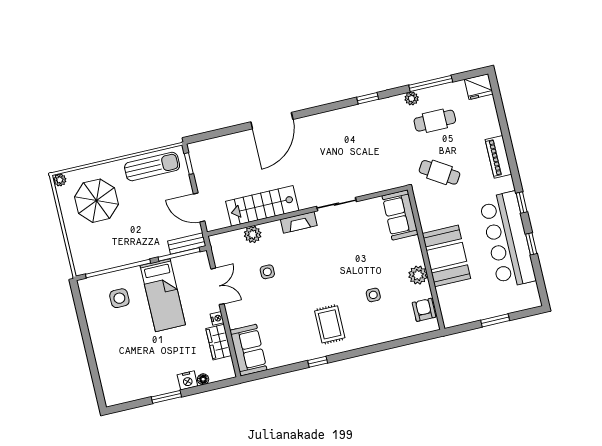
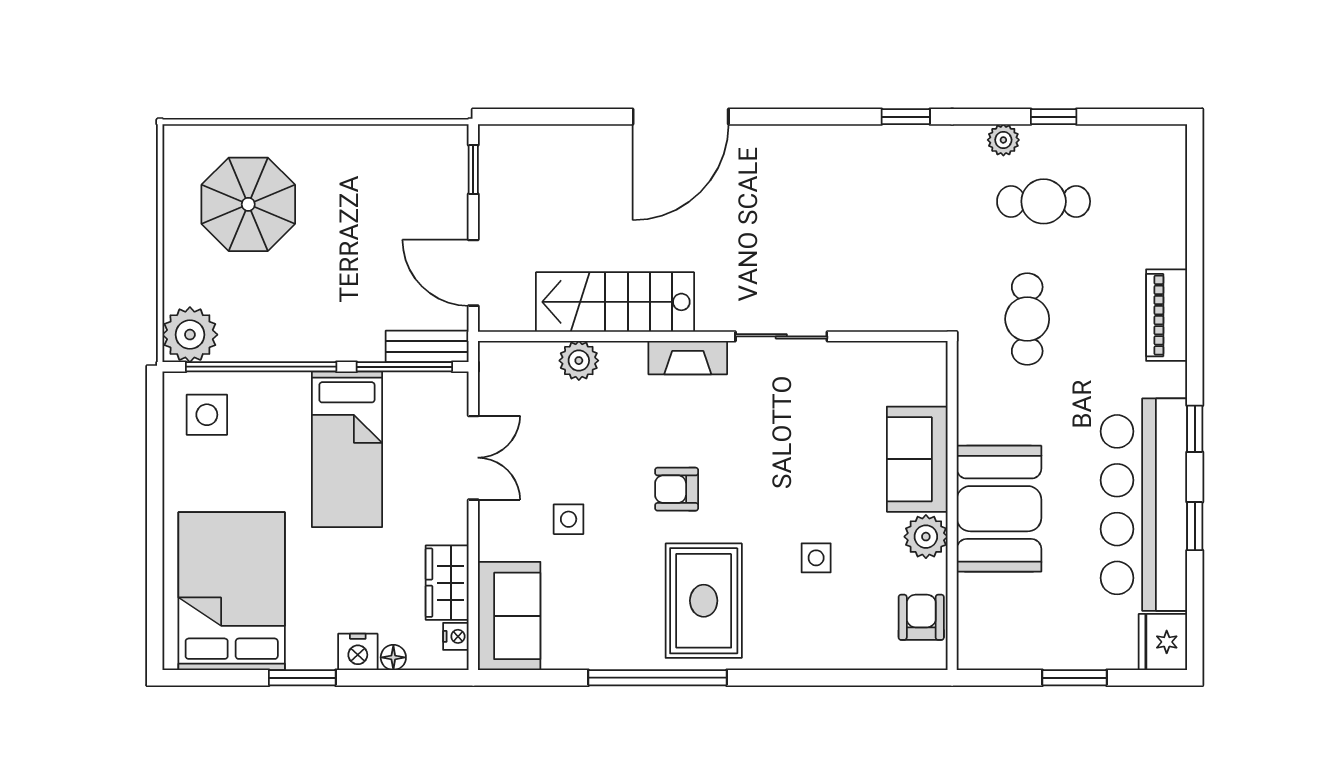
window: (431, 84) -> (1054, 117), width x0.46
fridge: (479, 87) -> (1163, 642), moved, turned 90
sun lounger: (152, 167) -> (390, 157), removed
cafe table: (439, 172) -> (1027, 319), turned 58
plant: (60, 180) -> (190, 335), moved, width x1.88, depth x1.88
sofa: (400, 215) -> (917, 459), moved
side table: (267, 272) -> (569, 519), moved
armchair: (307, 280) -> (677, 489), added
side table: (119, 298) -> (207, 415), moved
nightstand: (217, 318) -> (456, 636), moved
rug: (330, 324) -> (704, 601), width x1.36, depth x1.43
window: (318, 362) -> (657, 678), width x3.17
bed: (128, 367) -> (232, 591), added

